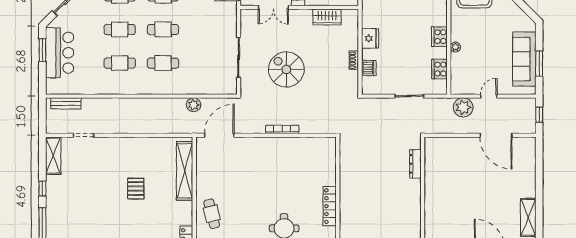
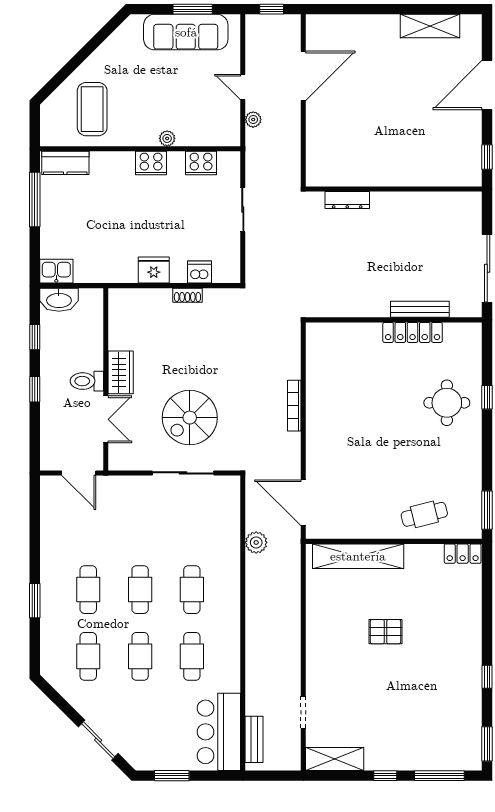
wardrobe: (327, 17) -> (121, 372), moved
bar counter: (60, 53) -> (219, 732), moved, turned -90
spiral stairs: (286, 69) -> (190, 418), moved
plant: (463, 107) -> (253, 120), width x0.53, depth x0.53
bench: (345, 211) -> (420, 309), added

